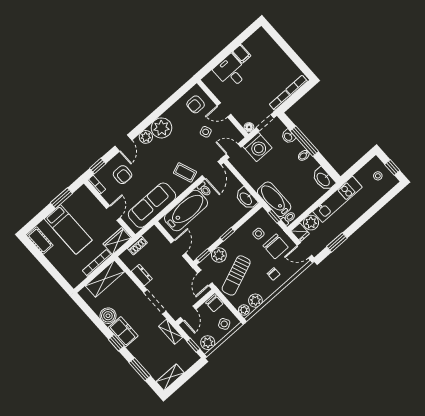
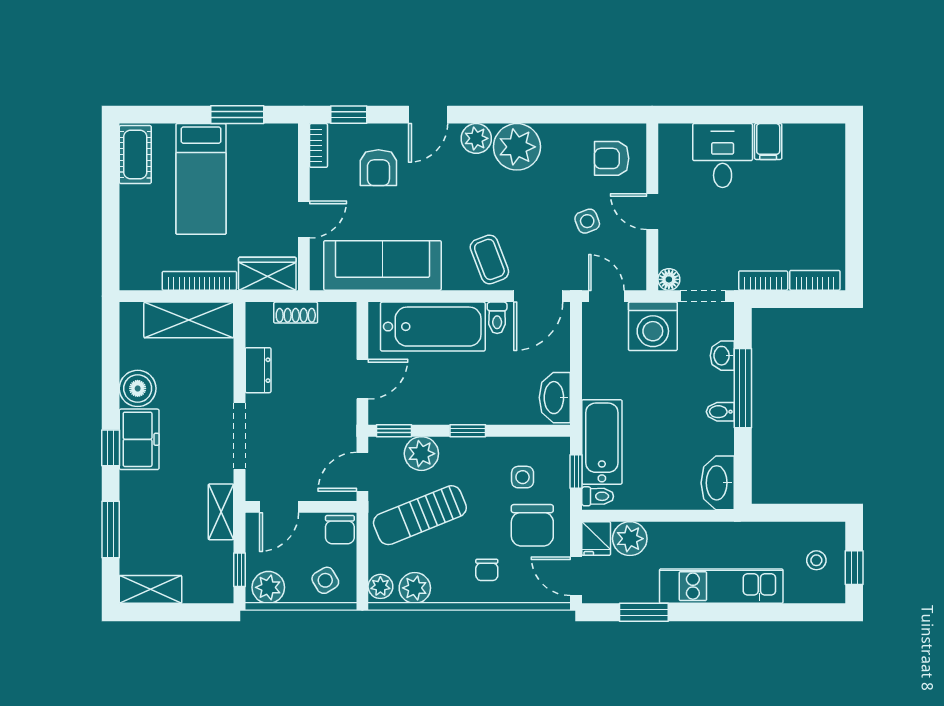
kitchen unit: (337, 199) -> (721, 586), moved, turned 180

